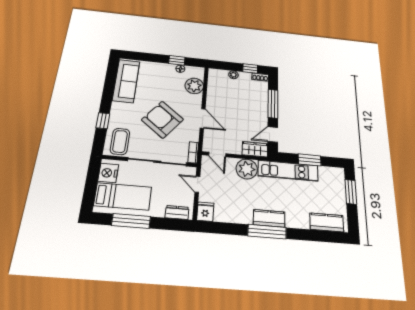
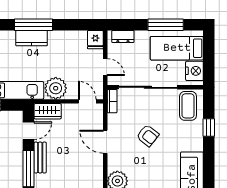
bench: (263, 111) -> (40, 158), added
armchair: (162, 120) -> (148, 136), width x0.53, depth x0.53

